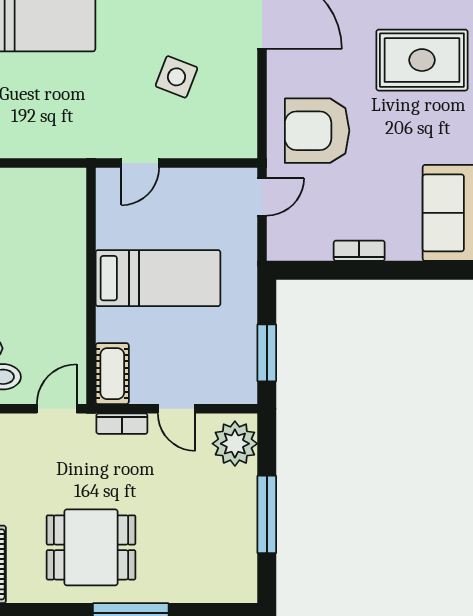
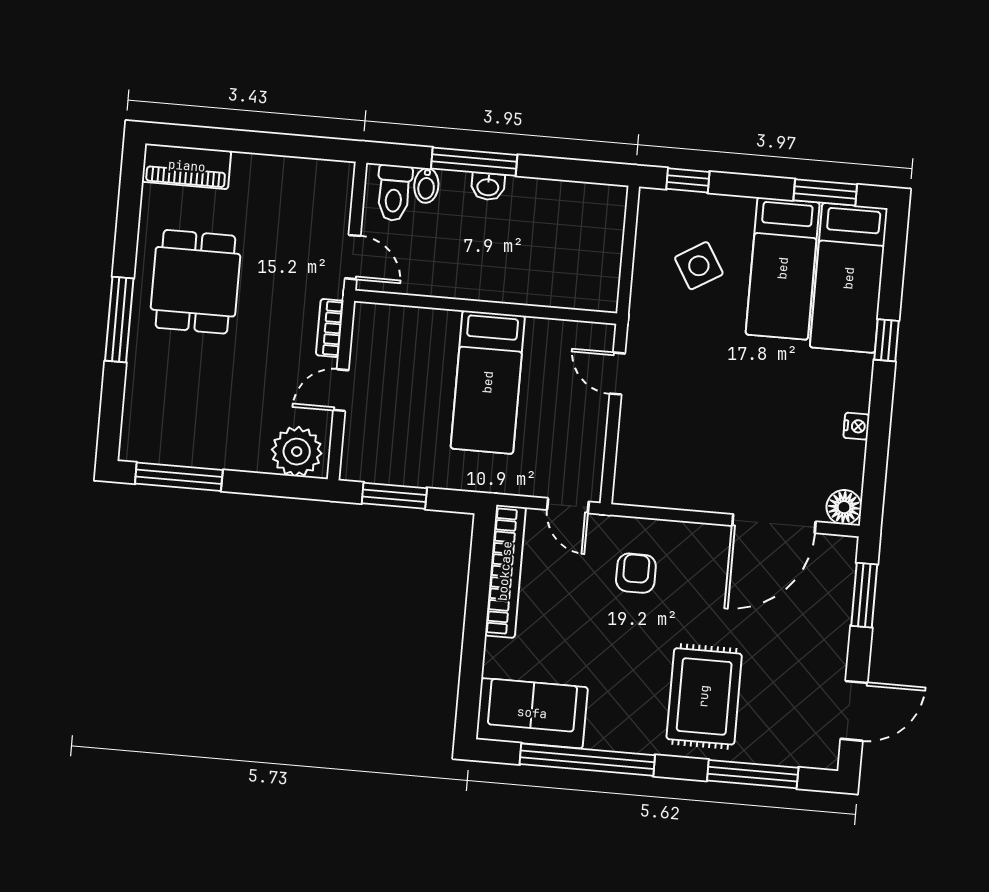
side table: (176, 77) -> (699, 266), moved, turned 38
armchair: (317, 131) -> (636, 573), width x0.53, depth x0.53
bookcase: (359, 251) -> (505, 571), width x2.31, depth x1.31
cot: (112, 374) -> (386, 322), removed
window: (267, 514) -> (179, 477), moved

